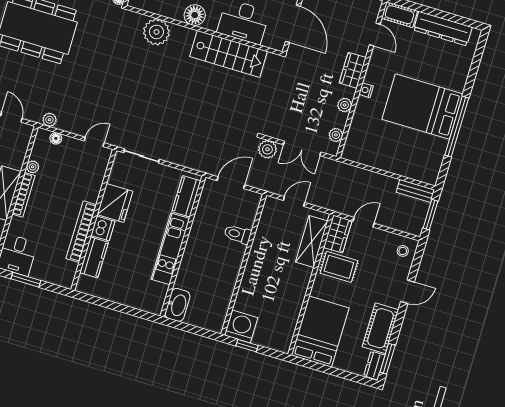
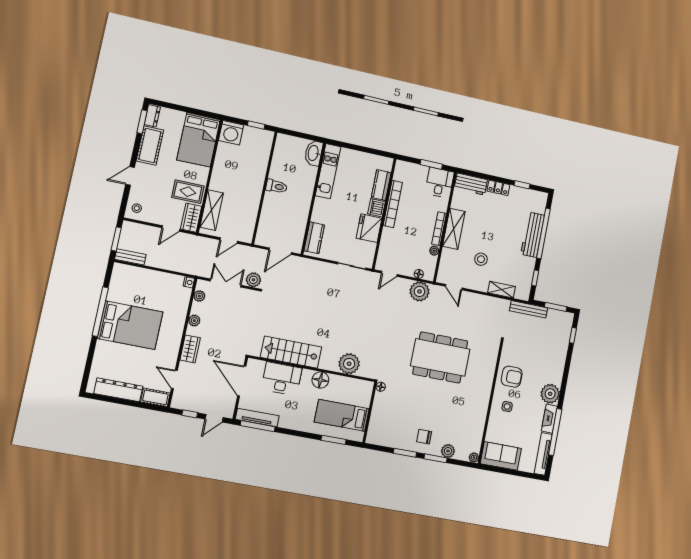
nightstand: (366, 90) -> (189, 282), moved
plant: (50, 120) -> (419, 291), width x1.87, depth x1.87
toilet: (238, 234) -> (276, 186), moved
kitchen unit: (170, 249) -> (328, 171), moved
washing machine: (241, 327) -> (231, 133), moved

